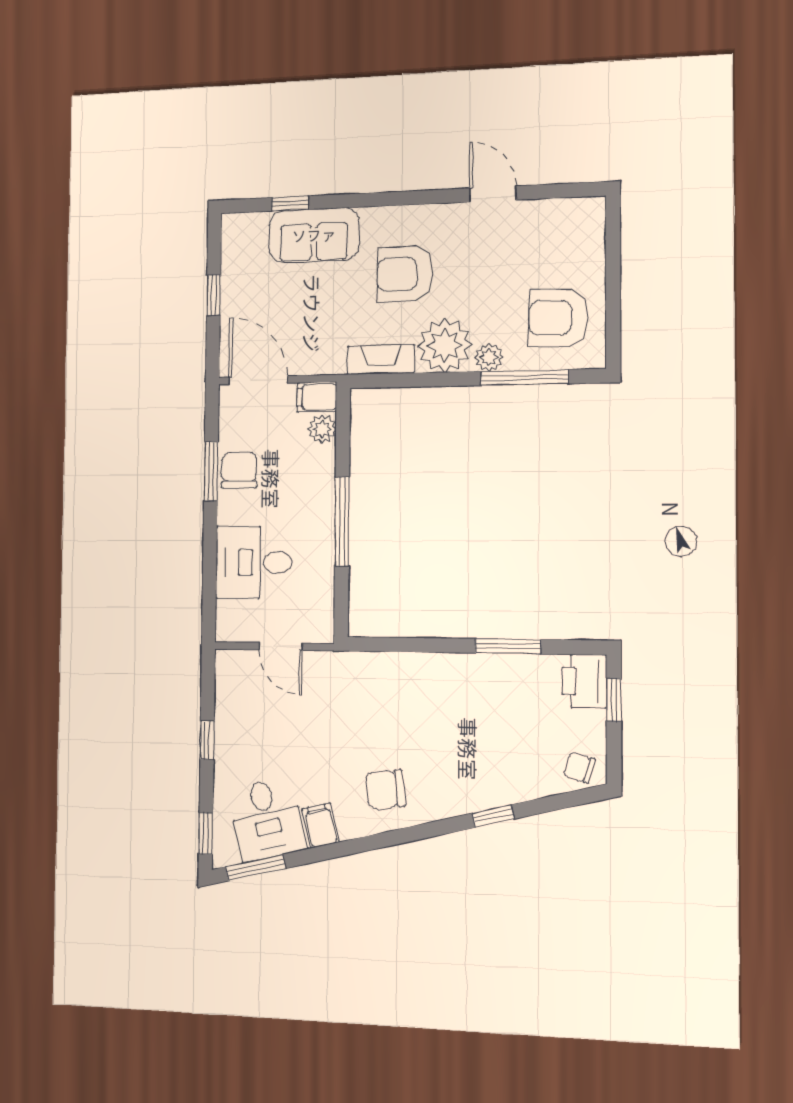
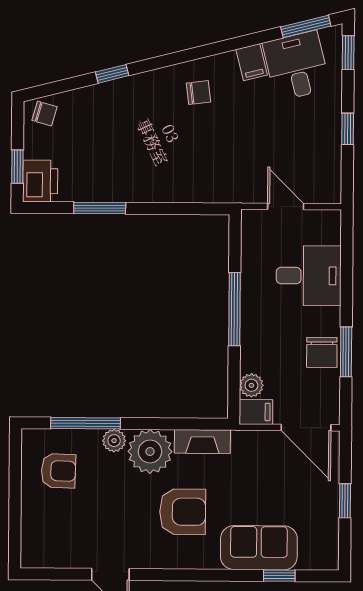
armchair: (558, 318) -> (58, 471), width x0.72, depth x0.72
chair: (385, 789) -> (199, 93), width x0.73, depth x0.73

